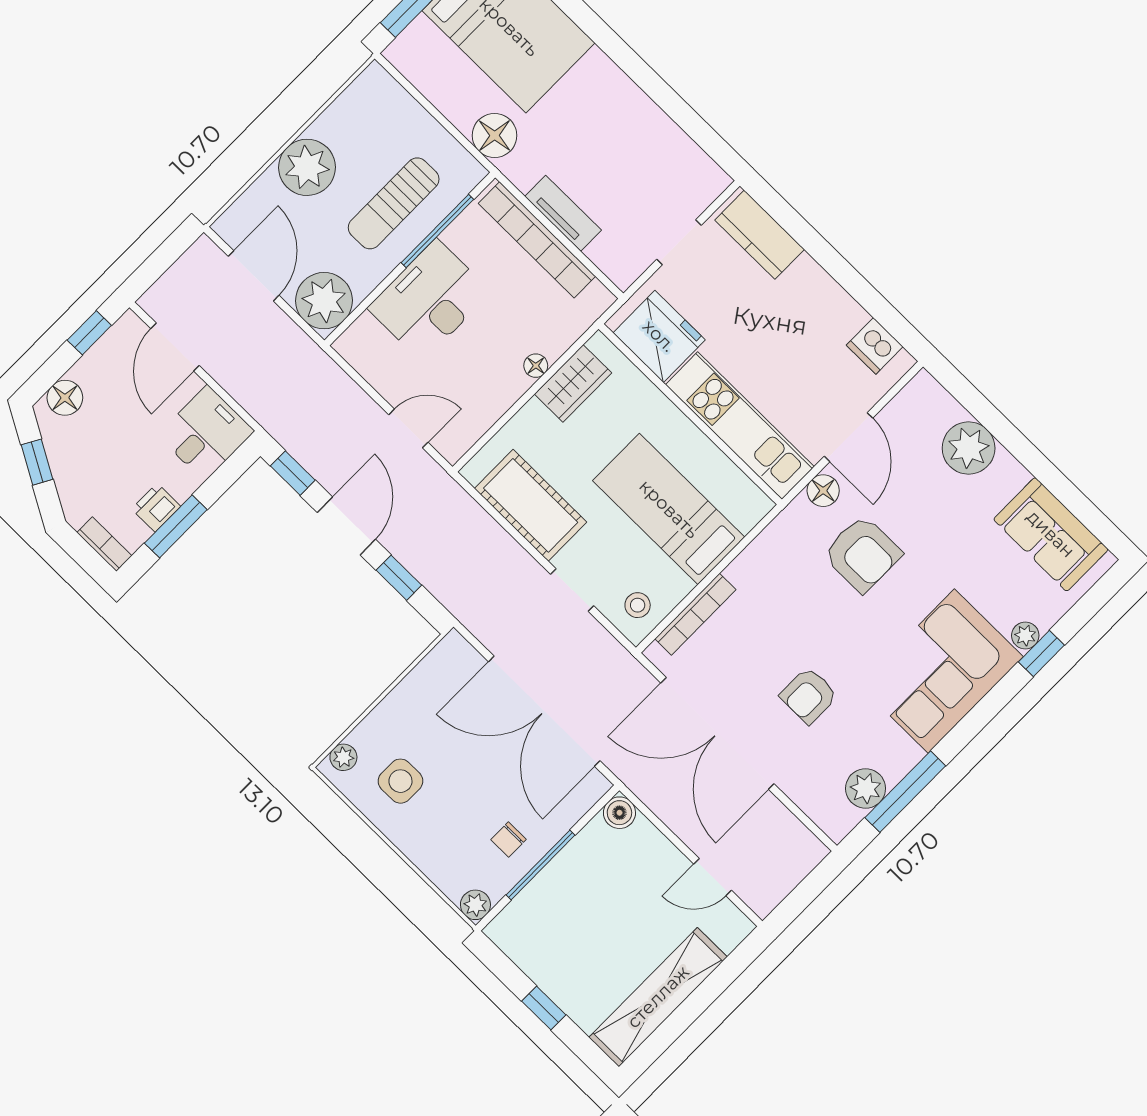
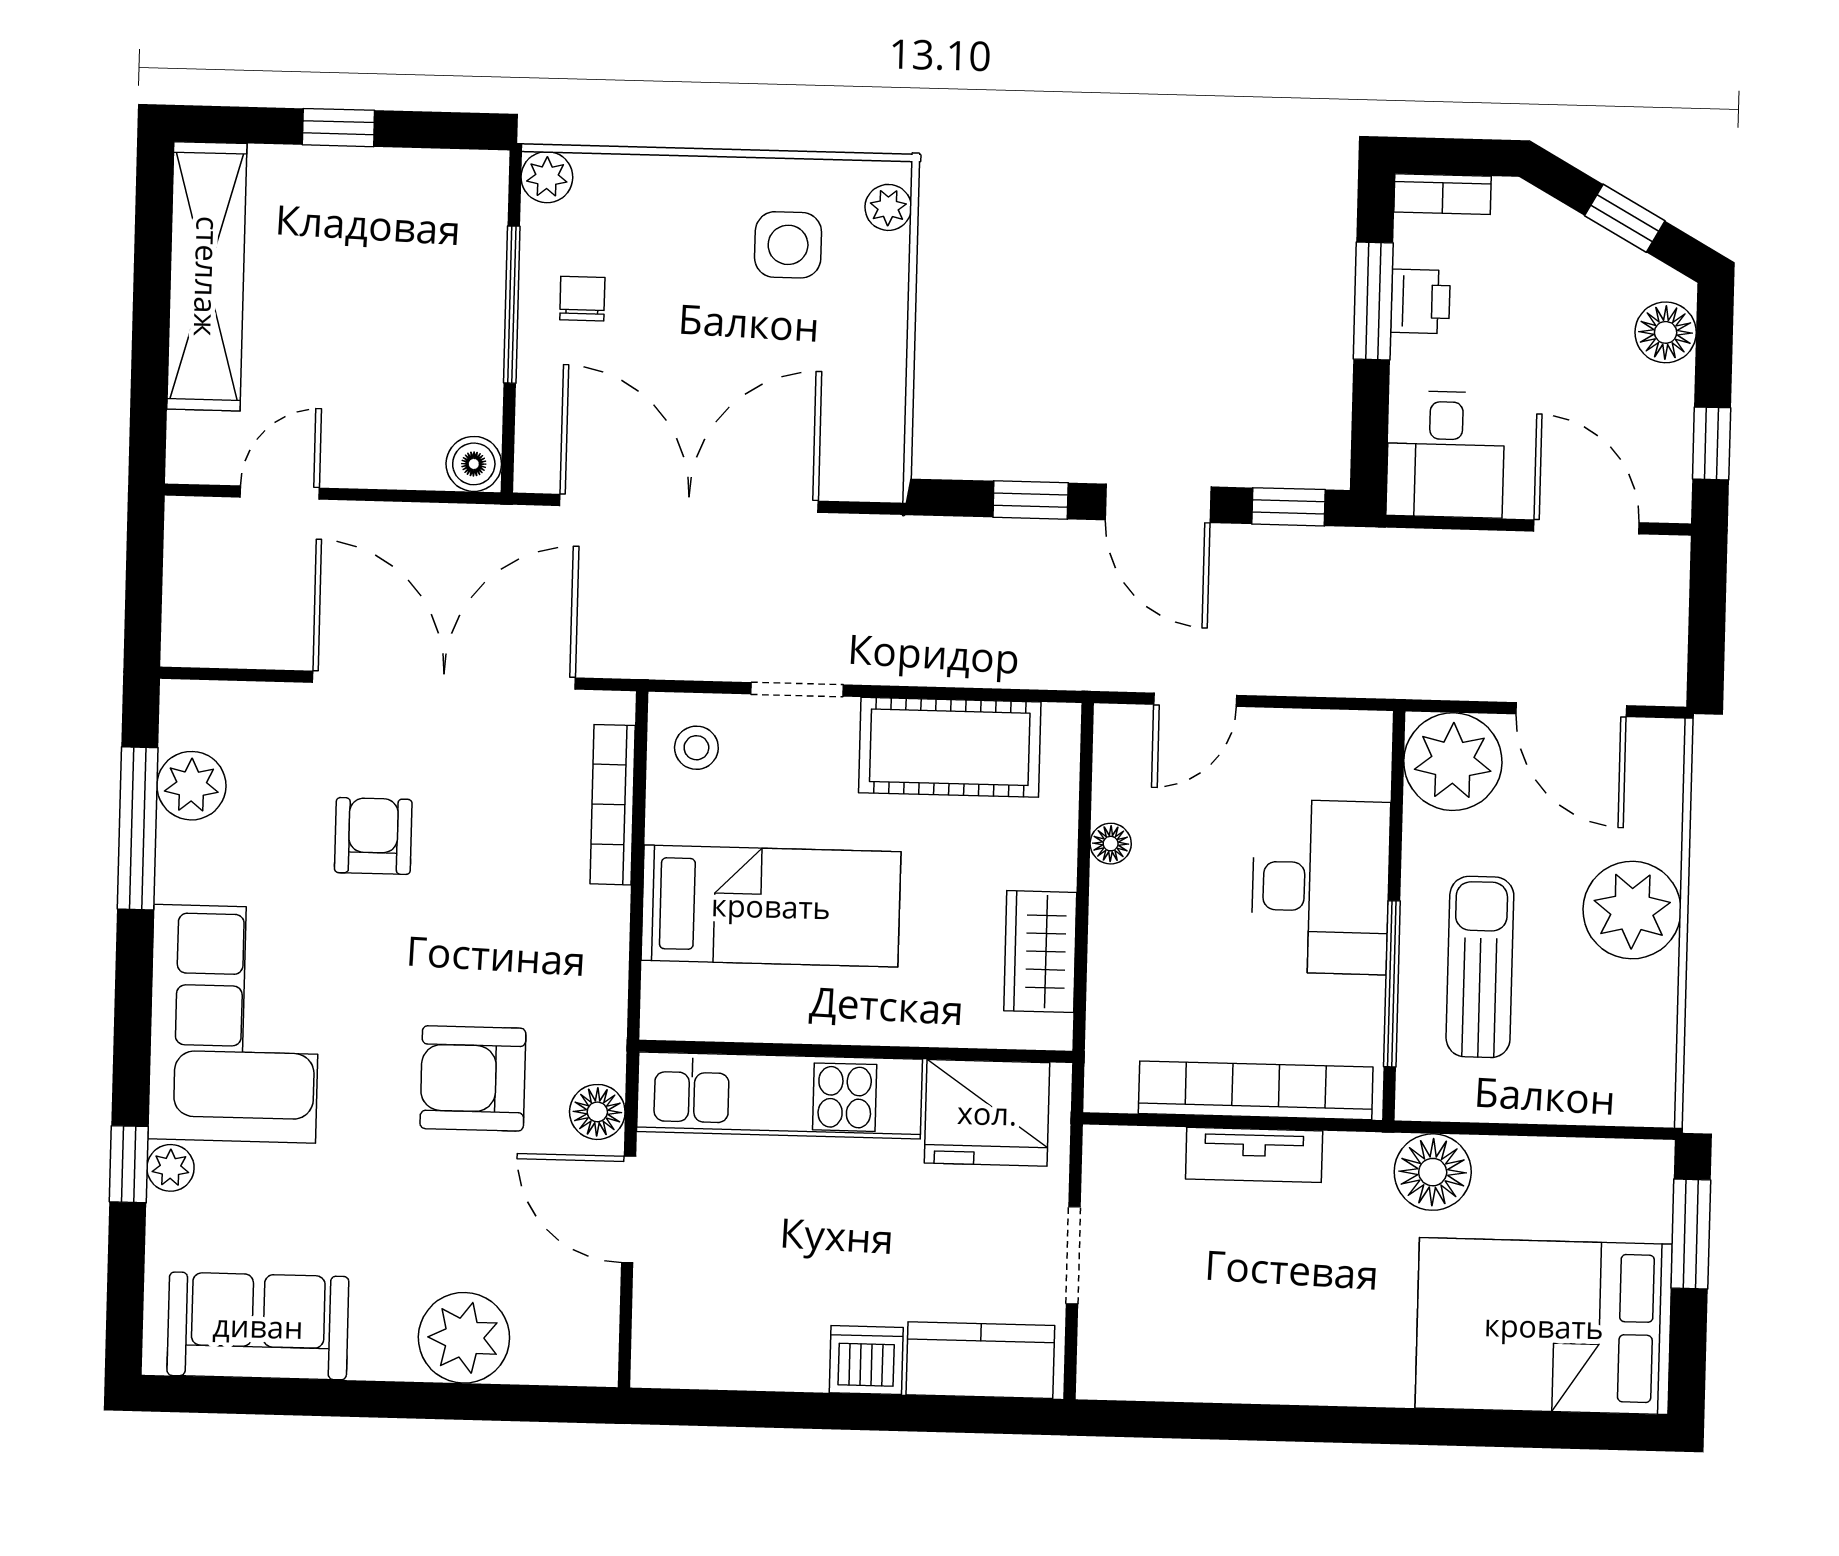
dishwasher: (875, 346) -> (866, 1360), moved
floor lamp: (536, 366) -> (1111, 844), moved

